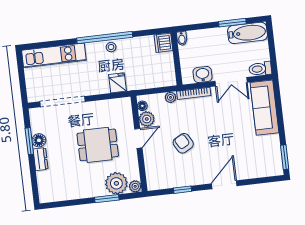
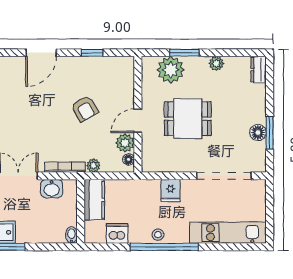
dishwasher: (163, 43) -> (117, 233), moved, turned -90
kitchen counter: (167, 69) -> (94, 200), added
fridge: (118, 83) -> (170, 191), moved
dresser: (41, 159) -> (259, 70), moved
plant: (135, 186) -> (216, 63), moved

